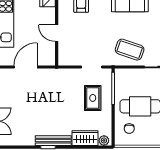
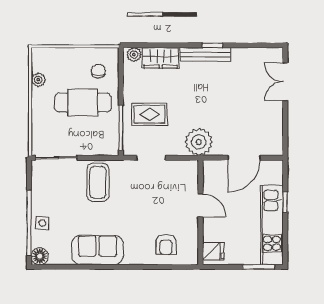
coffee table: (130, 50) -> (98, 182), turned 71
plant: (58, 78) -> (199, 142), added
rug: (93, 98) -> (150, 114), turned 90

